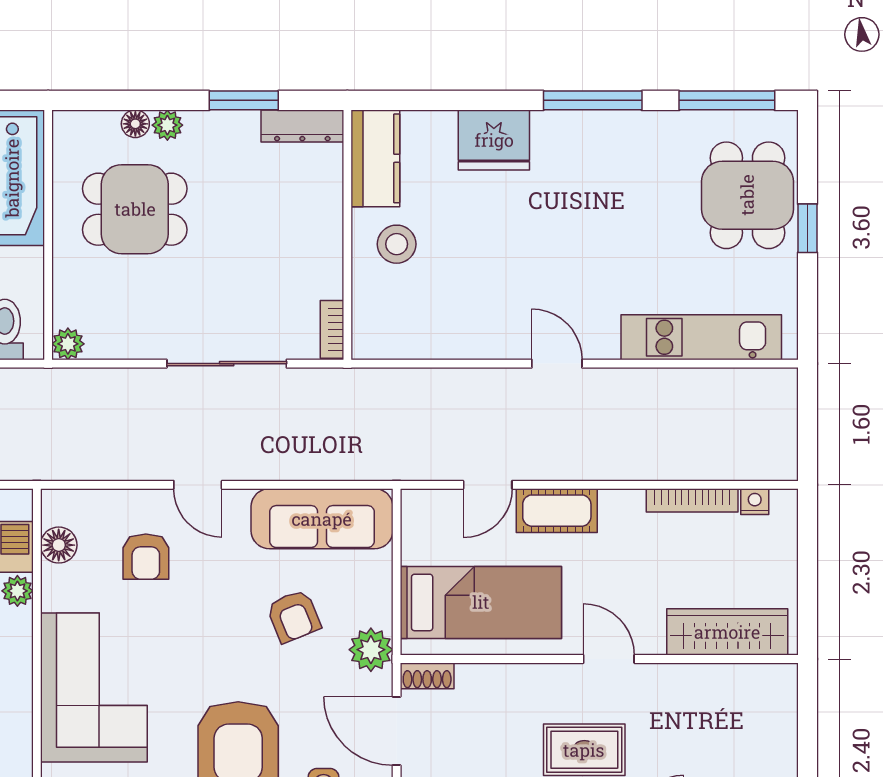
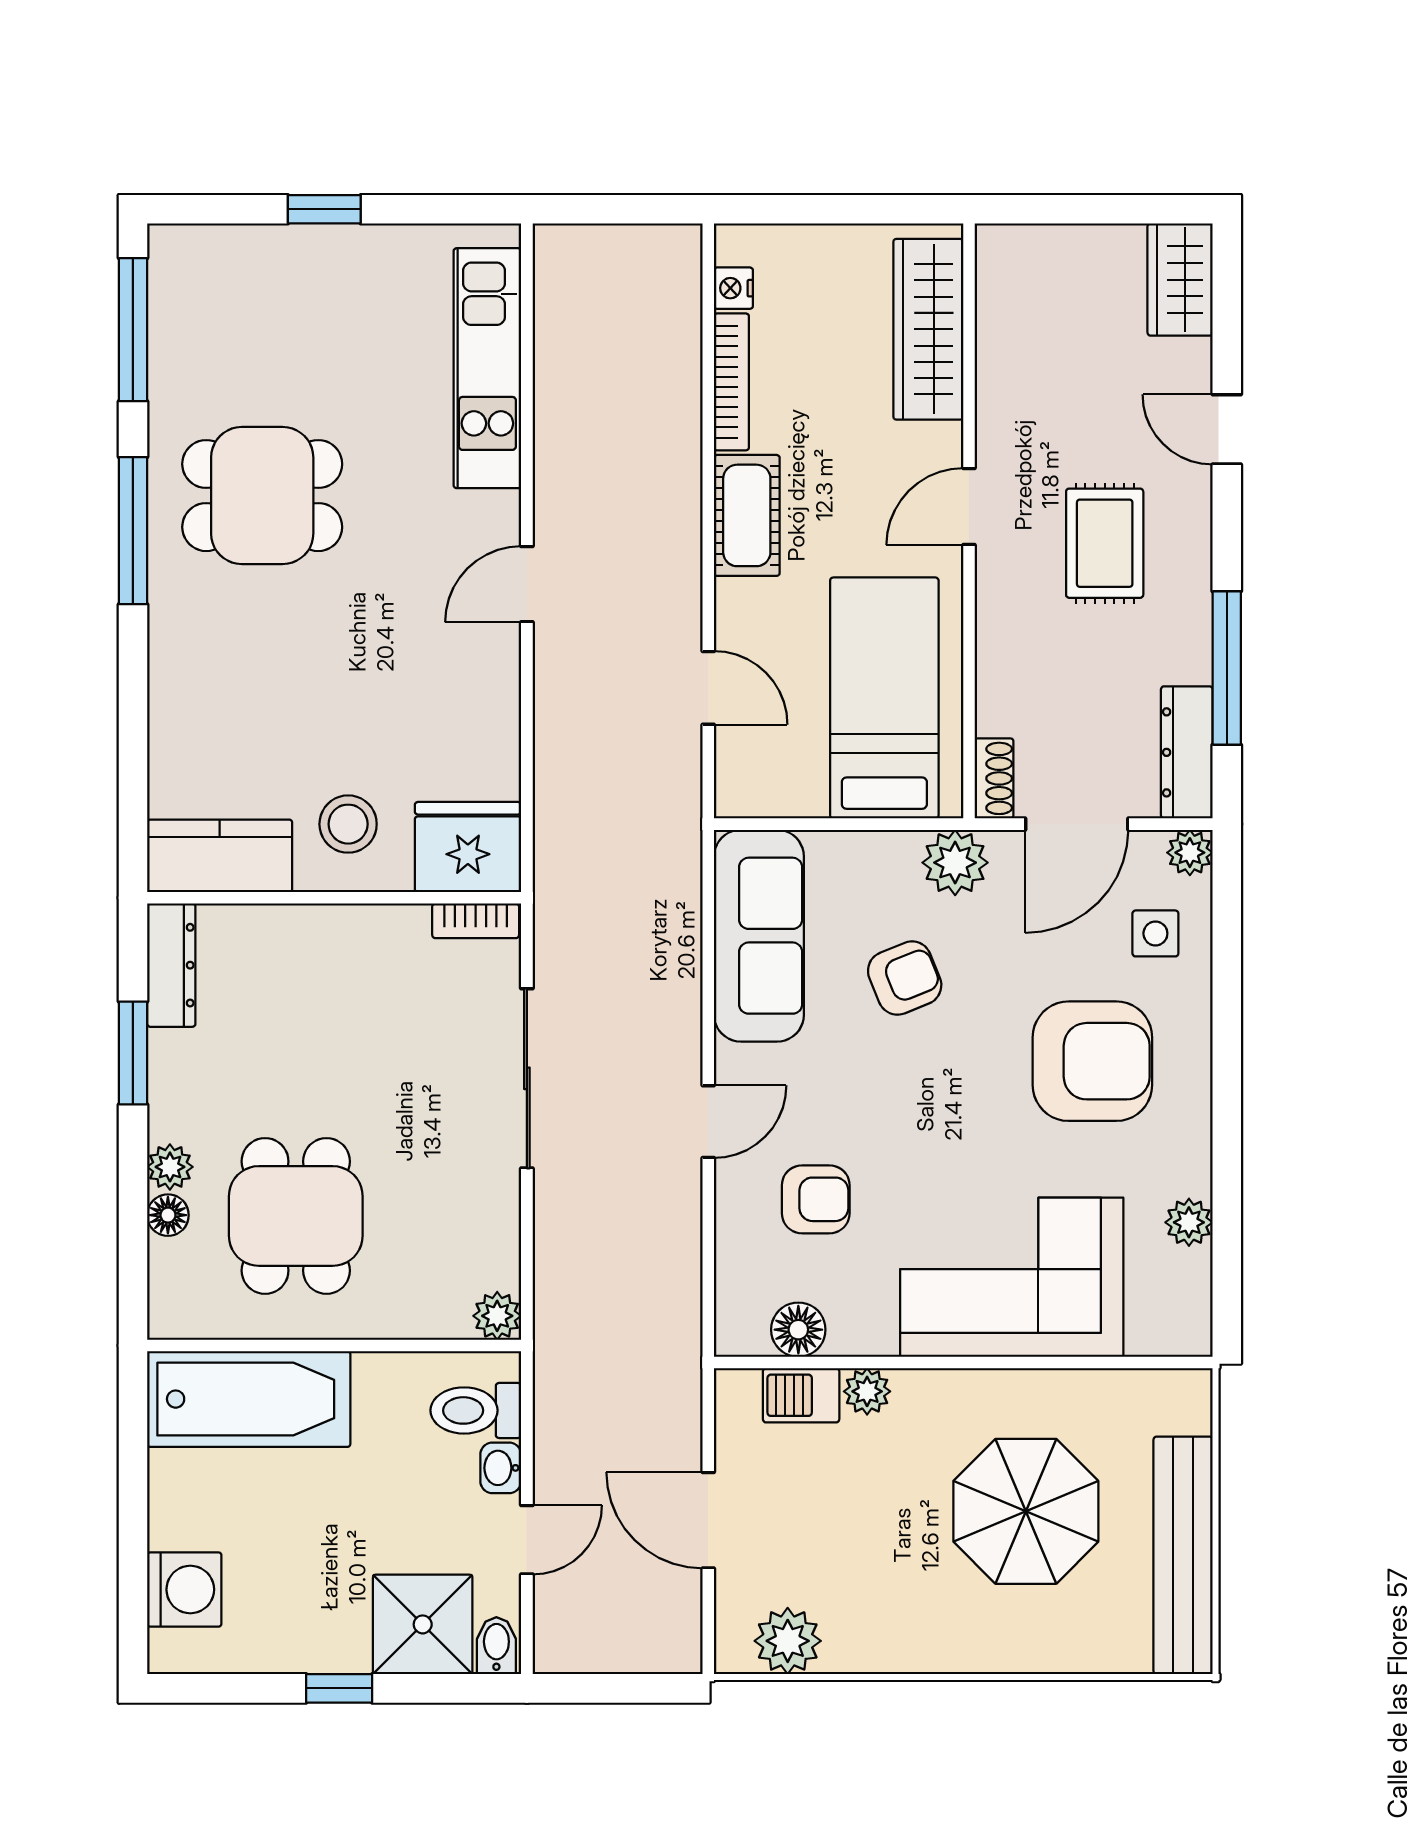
fridge: (494, 140) -> (468, 847), moved, turned -90
dining table: (747, 195) -> (262, 496), moved
cot: (557, 511) -> (747, 515), moved

